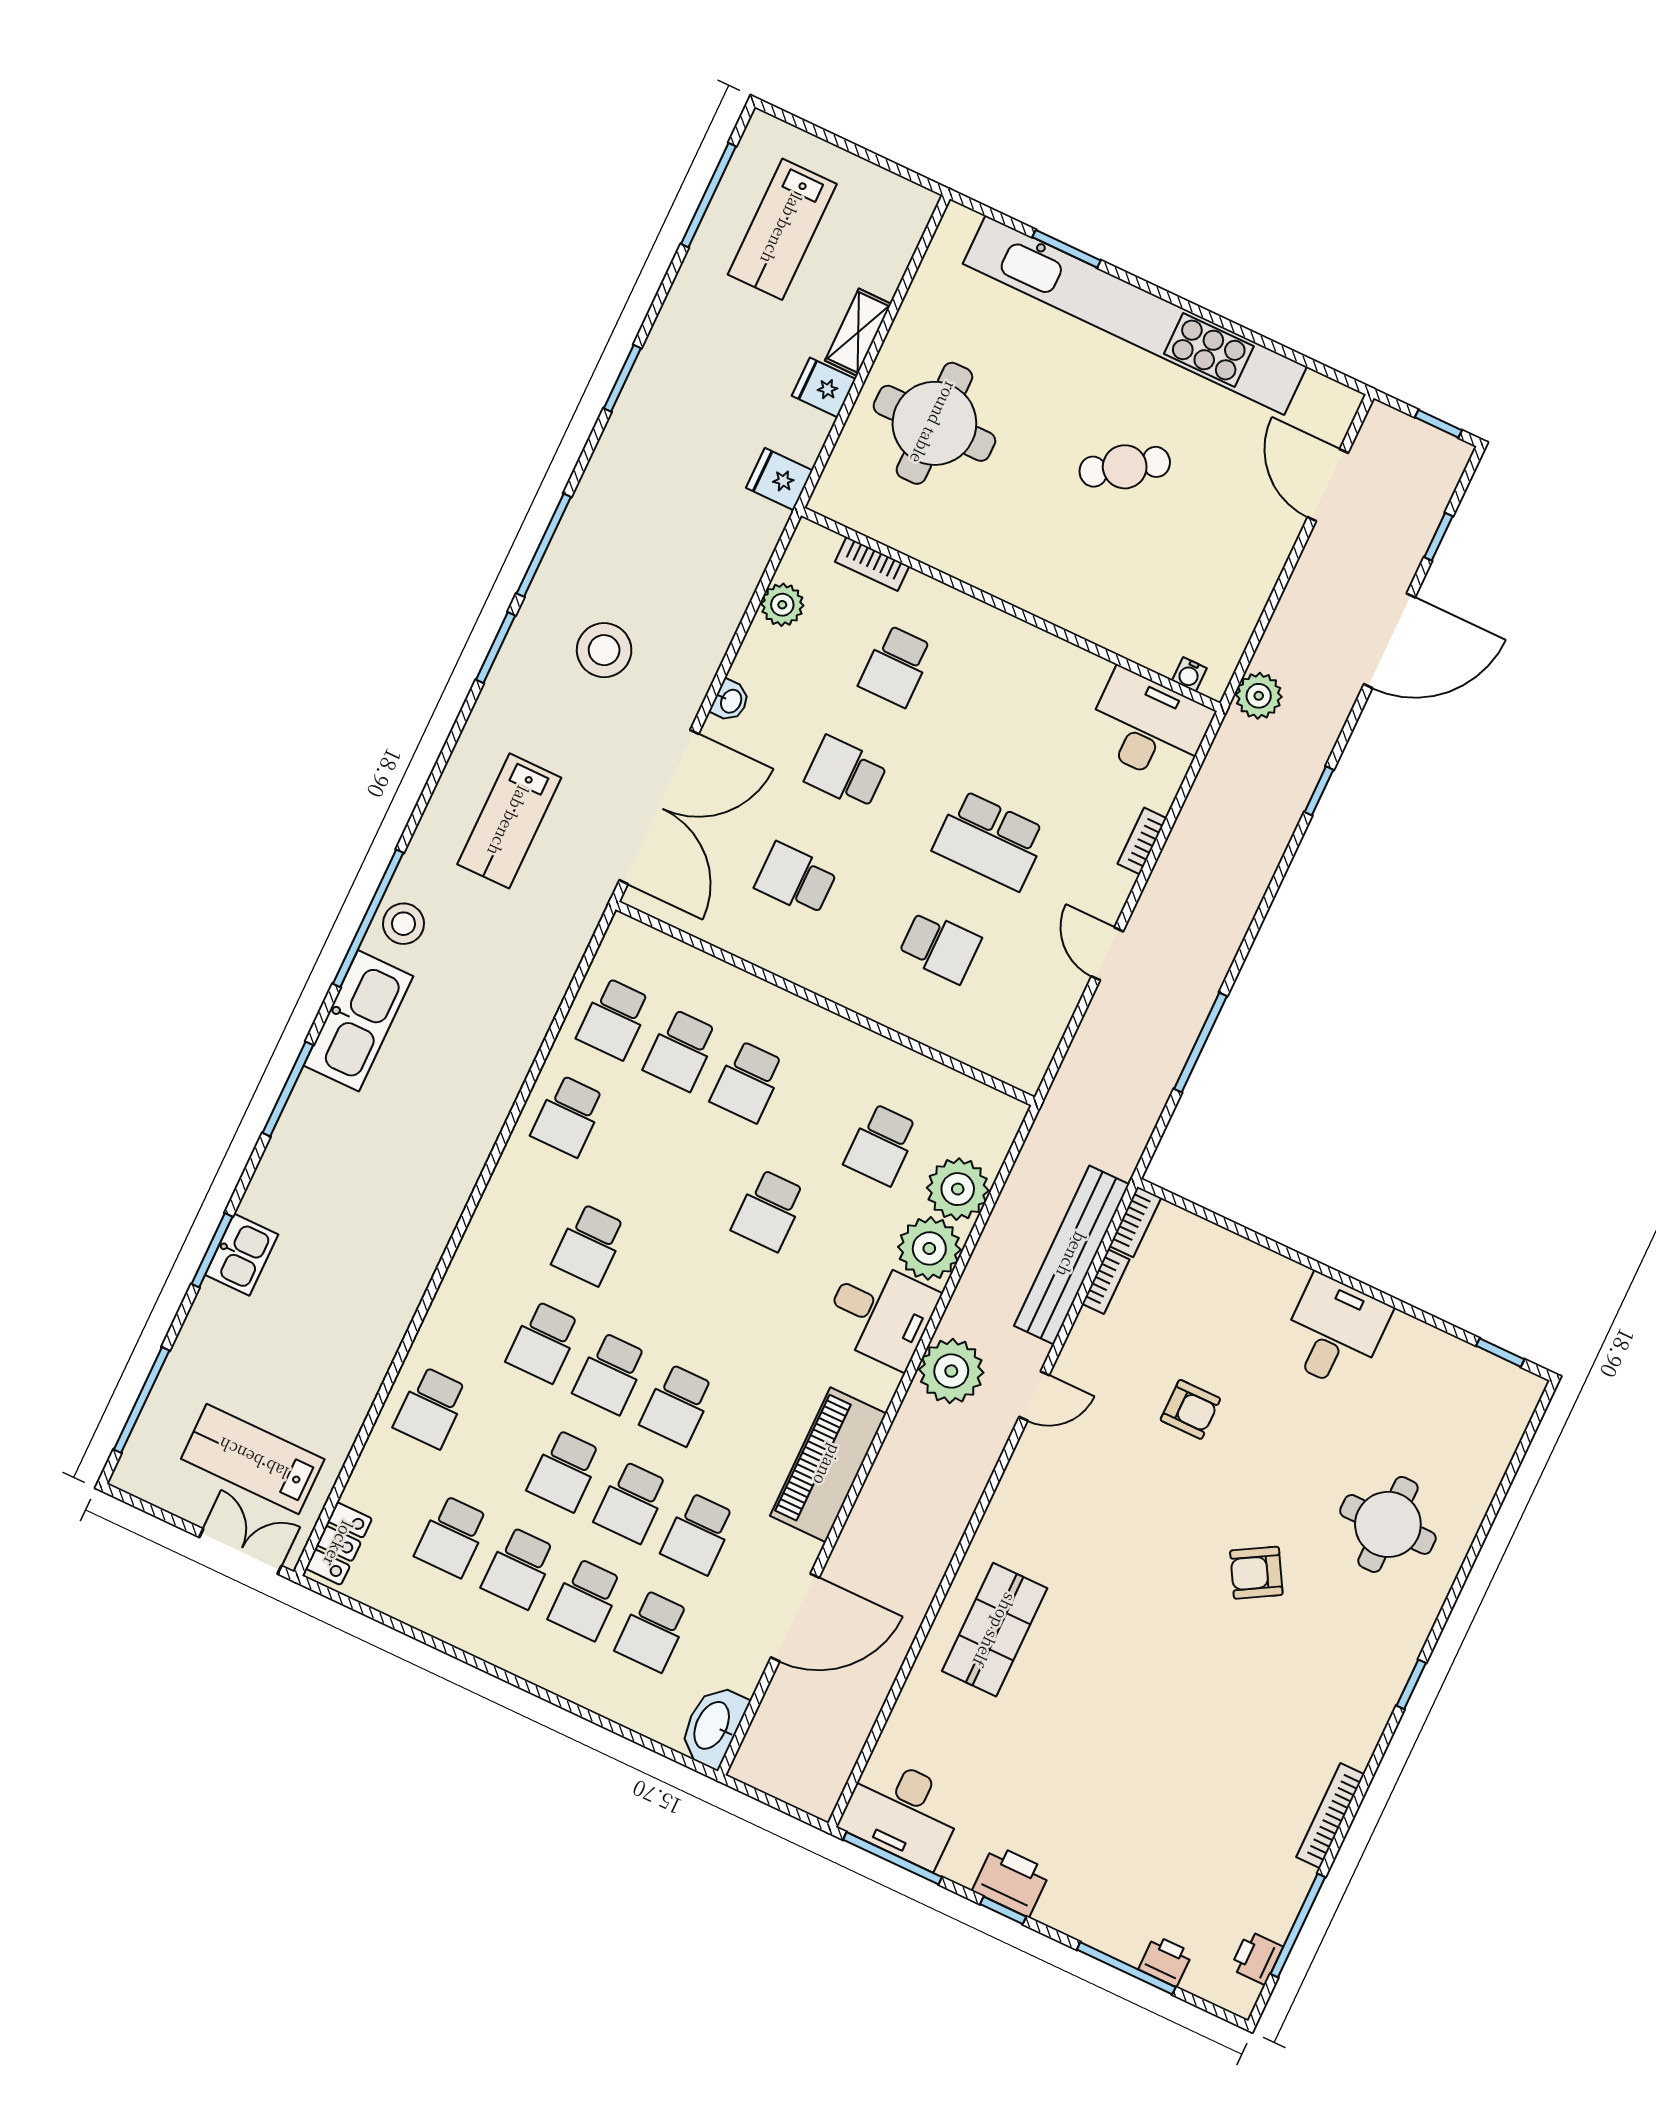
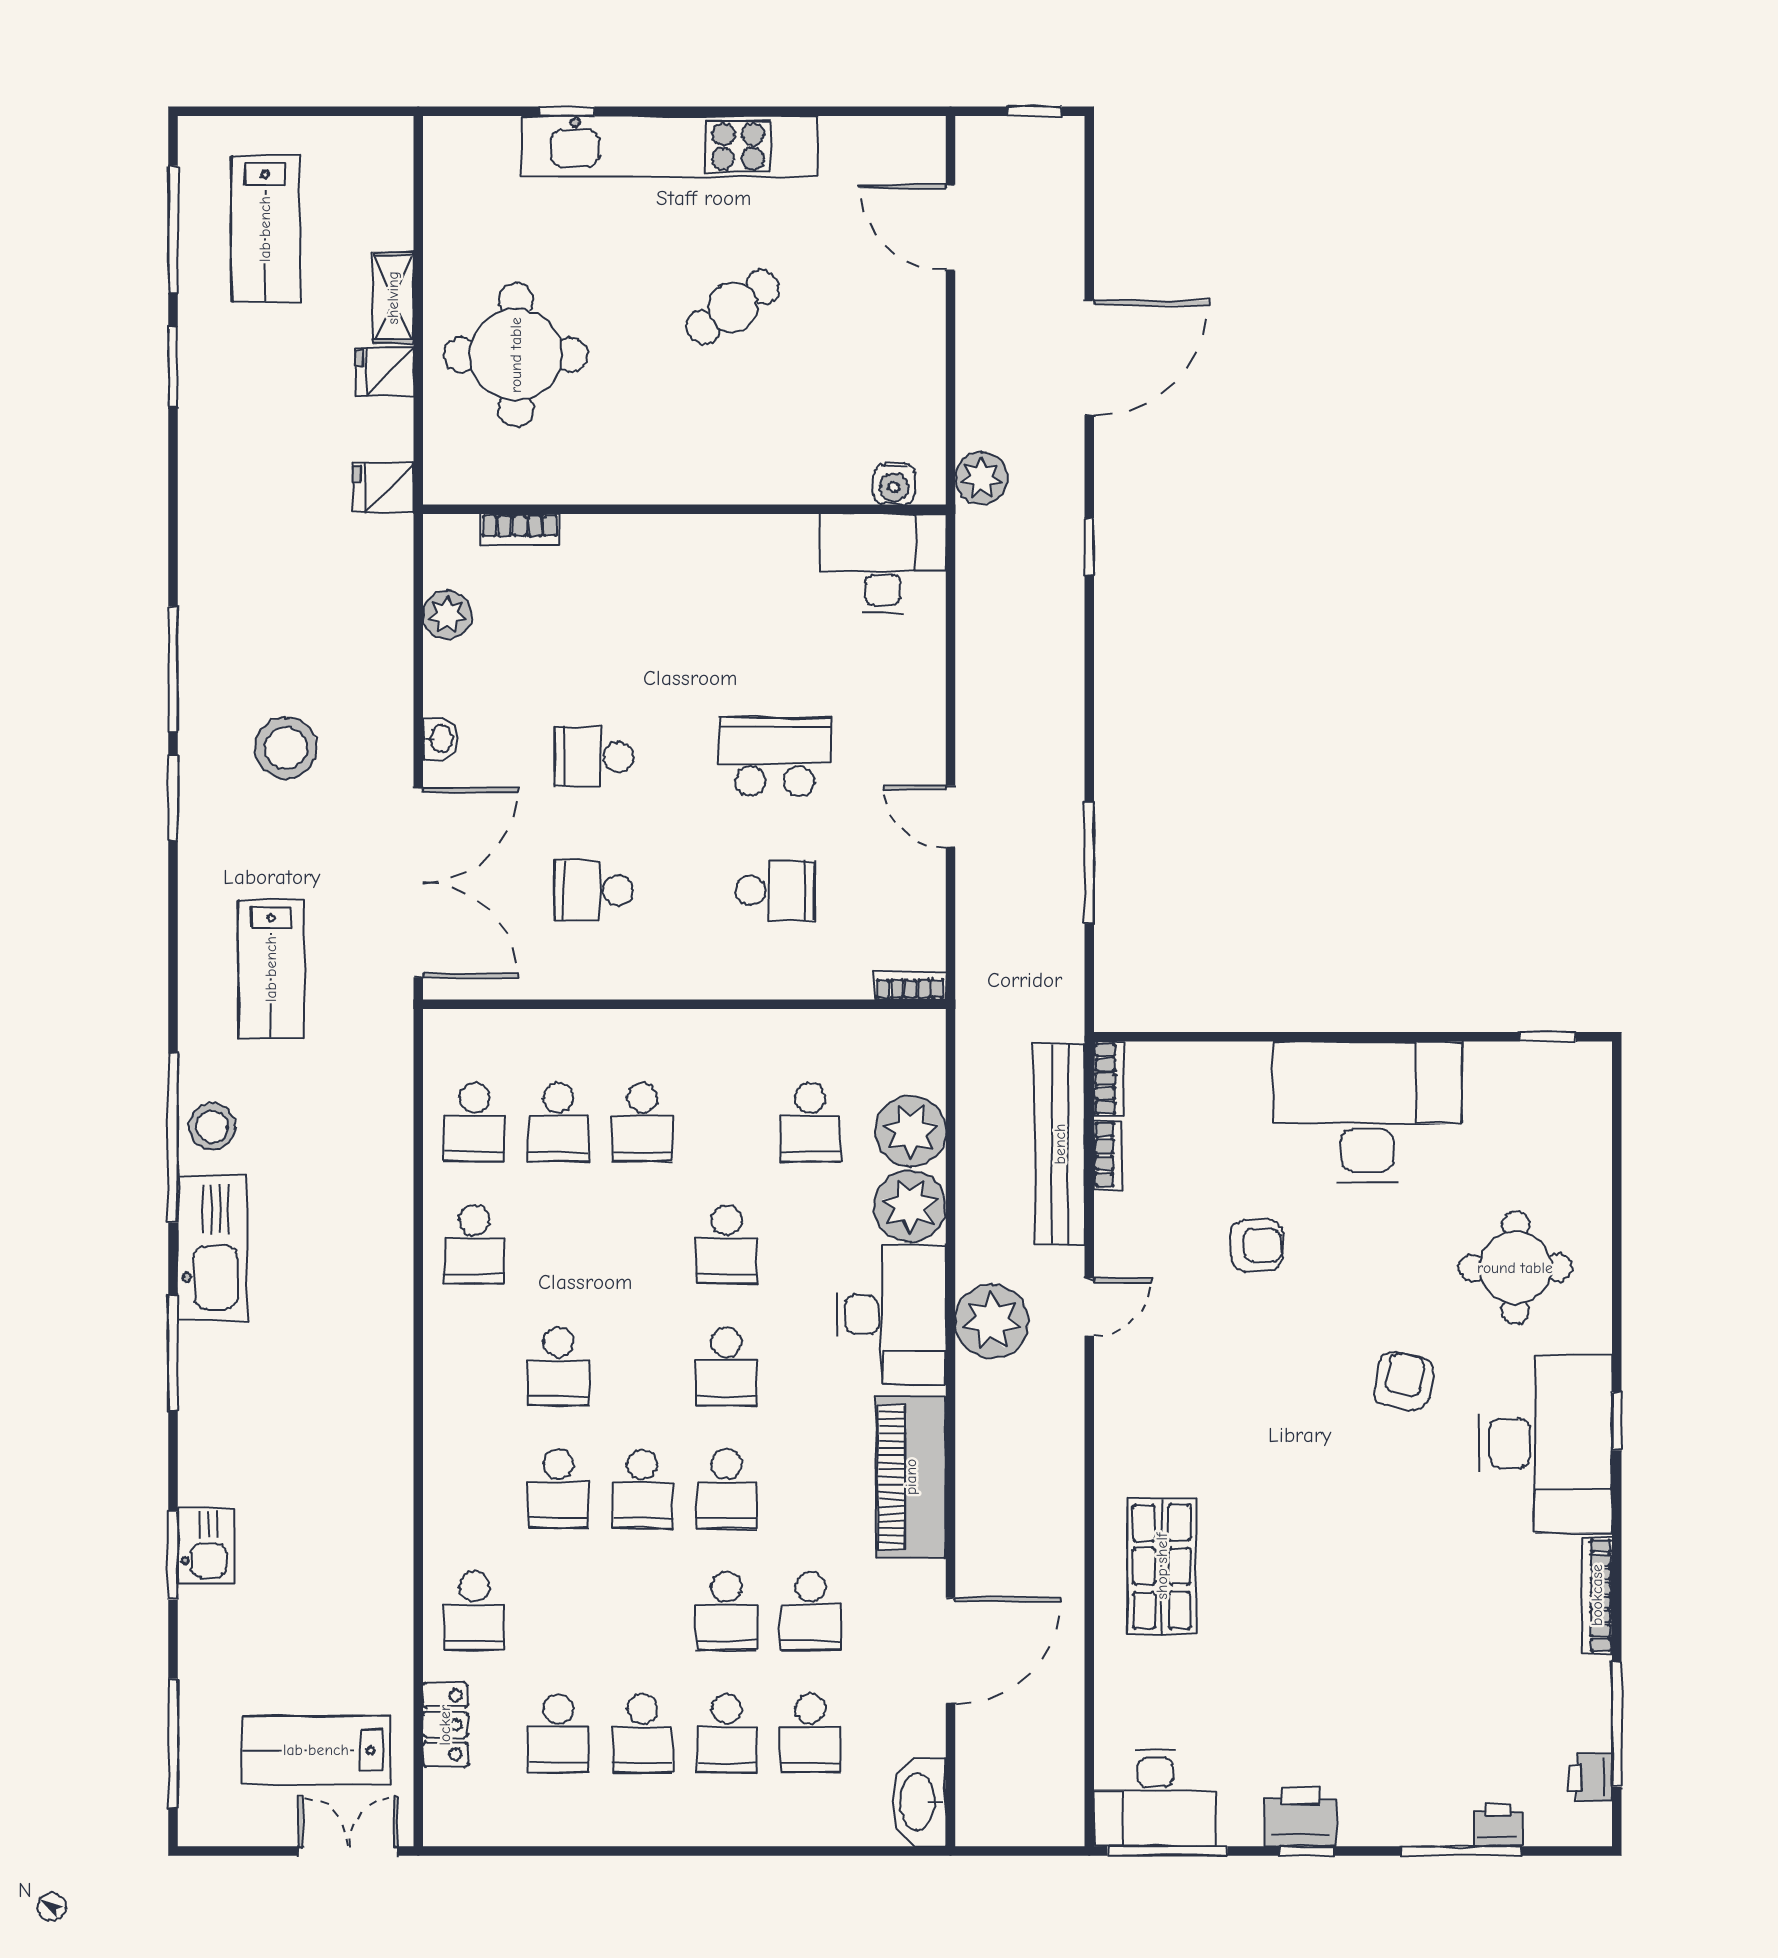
window: (1066, 249) -> (567, 111), width x0.67
kitchen unit: (1135, 315) -> (670, 146), width x0.73
window: (622, 378) -> (173, 367), moved
window: (1438, 537) -> (1089, 227), removed
school desk: (896, 666) -> (594, 623), removed
water cooler: (1189, 674) -> (894, 484), width x1.38, depth x1.38
school desk: (990, 840) -> (775, 757), turned 180
bookcase: (1142, 841) -> (910, 985), moved, turned 90
desk: (881, 1313) -> (891, 1315), width x1.37
desk: (1334, 1332) -> (1367, 1112), width x1.87, depth x1.30
school desk: (565, 1471) -> (726, 1367), moved
locker: (339, 1544) -> (445, 1725), moved
armchair: (1256, 1573) -> (1403, 1381), turned 131
desk: (1346, 1675) -> (1546, 1443), added

